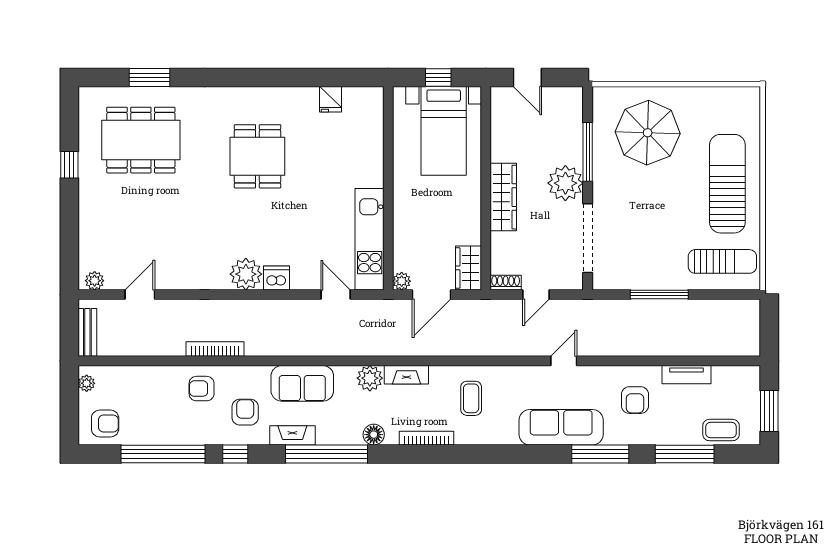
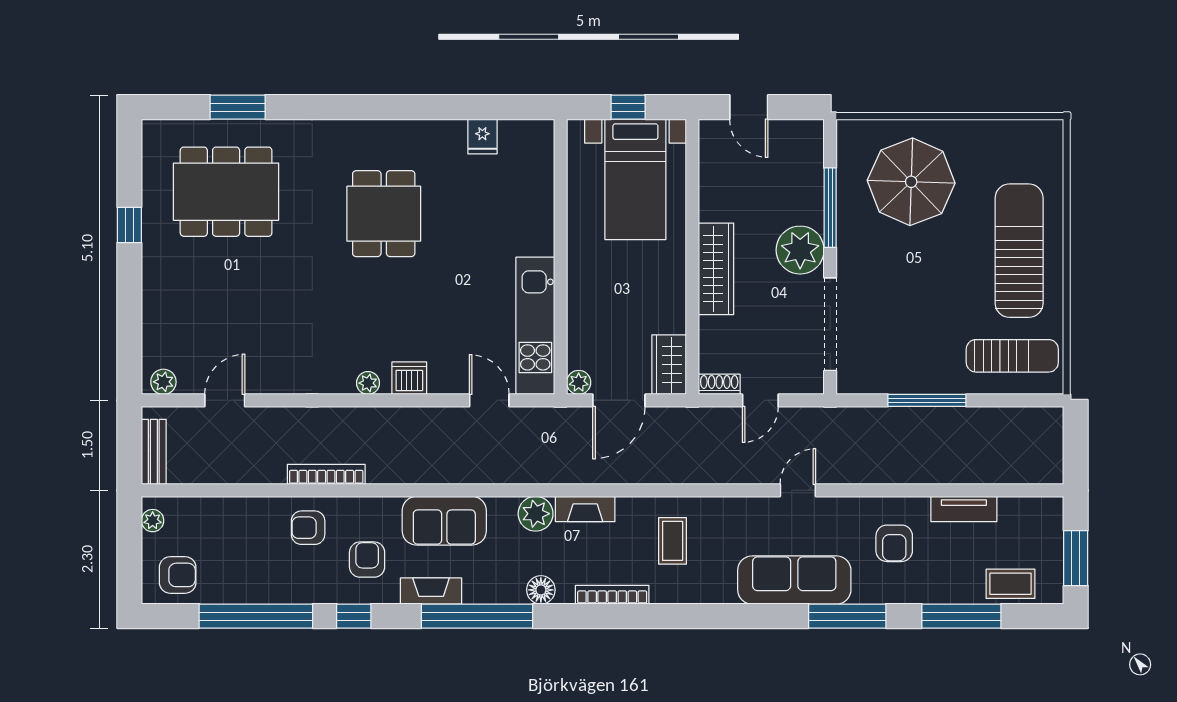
plant: (246, 274) -> (368, 383), width x0.53, depth x0.53

